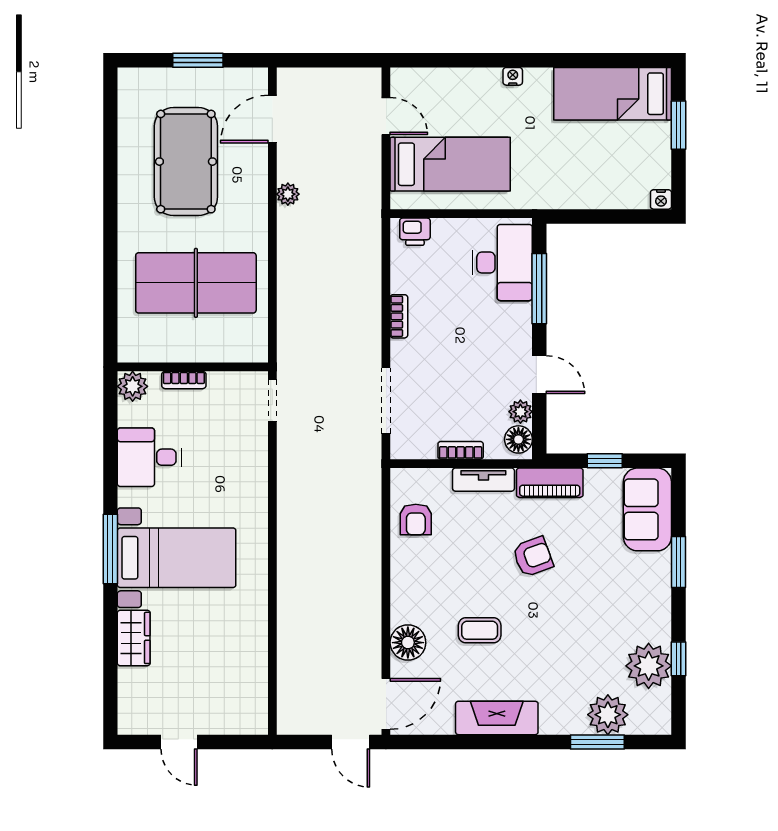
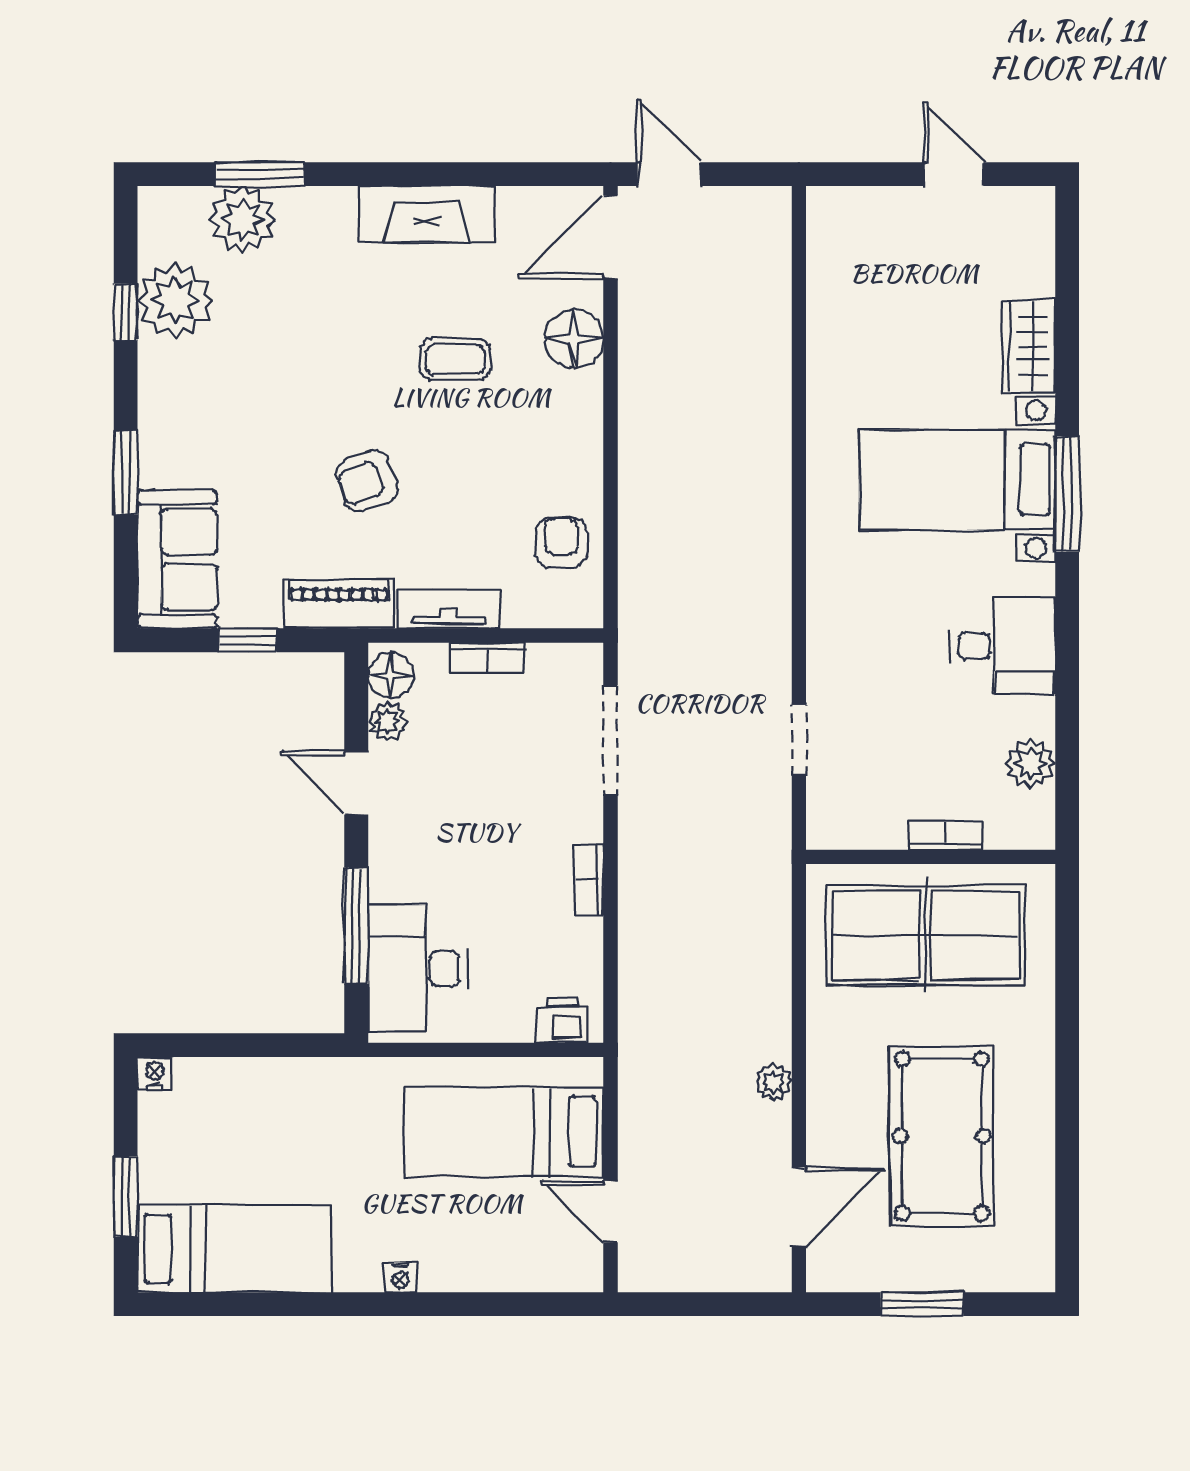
wall: (193, 367) -> (931, 857), moved
bookcase: (184, 380) -> (945, 835), moved

